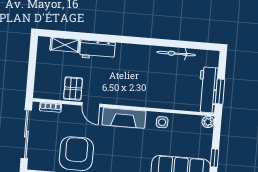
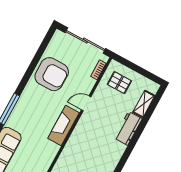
pallet: (73, 89) -> (119, 83), moved
side table: (162, 122) -> (46, 155), removed

